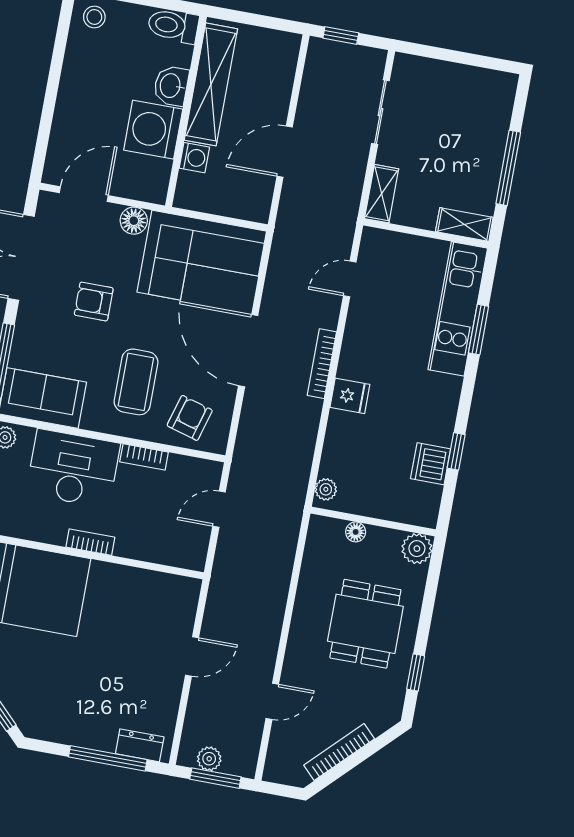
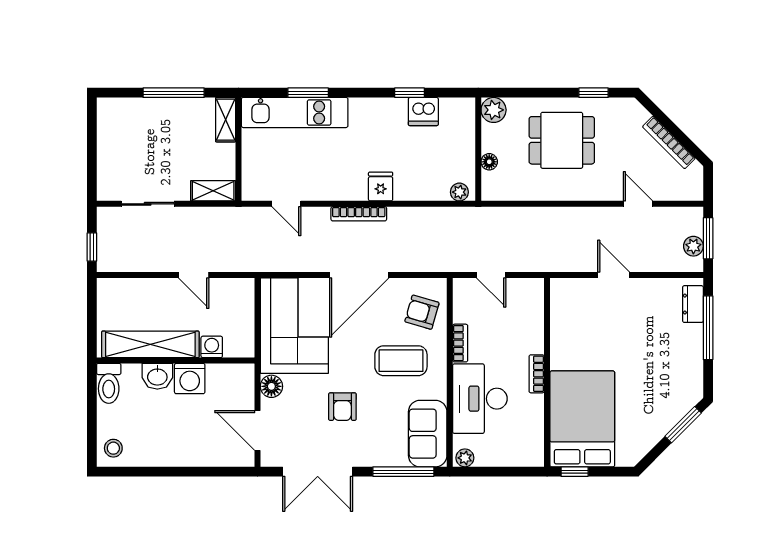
washing machine: (153, 130) -> (190, 379), width x0.73, depth x0.73
door: (285, 152) -> (194, 275), width x0.73

